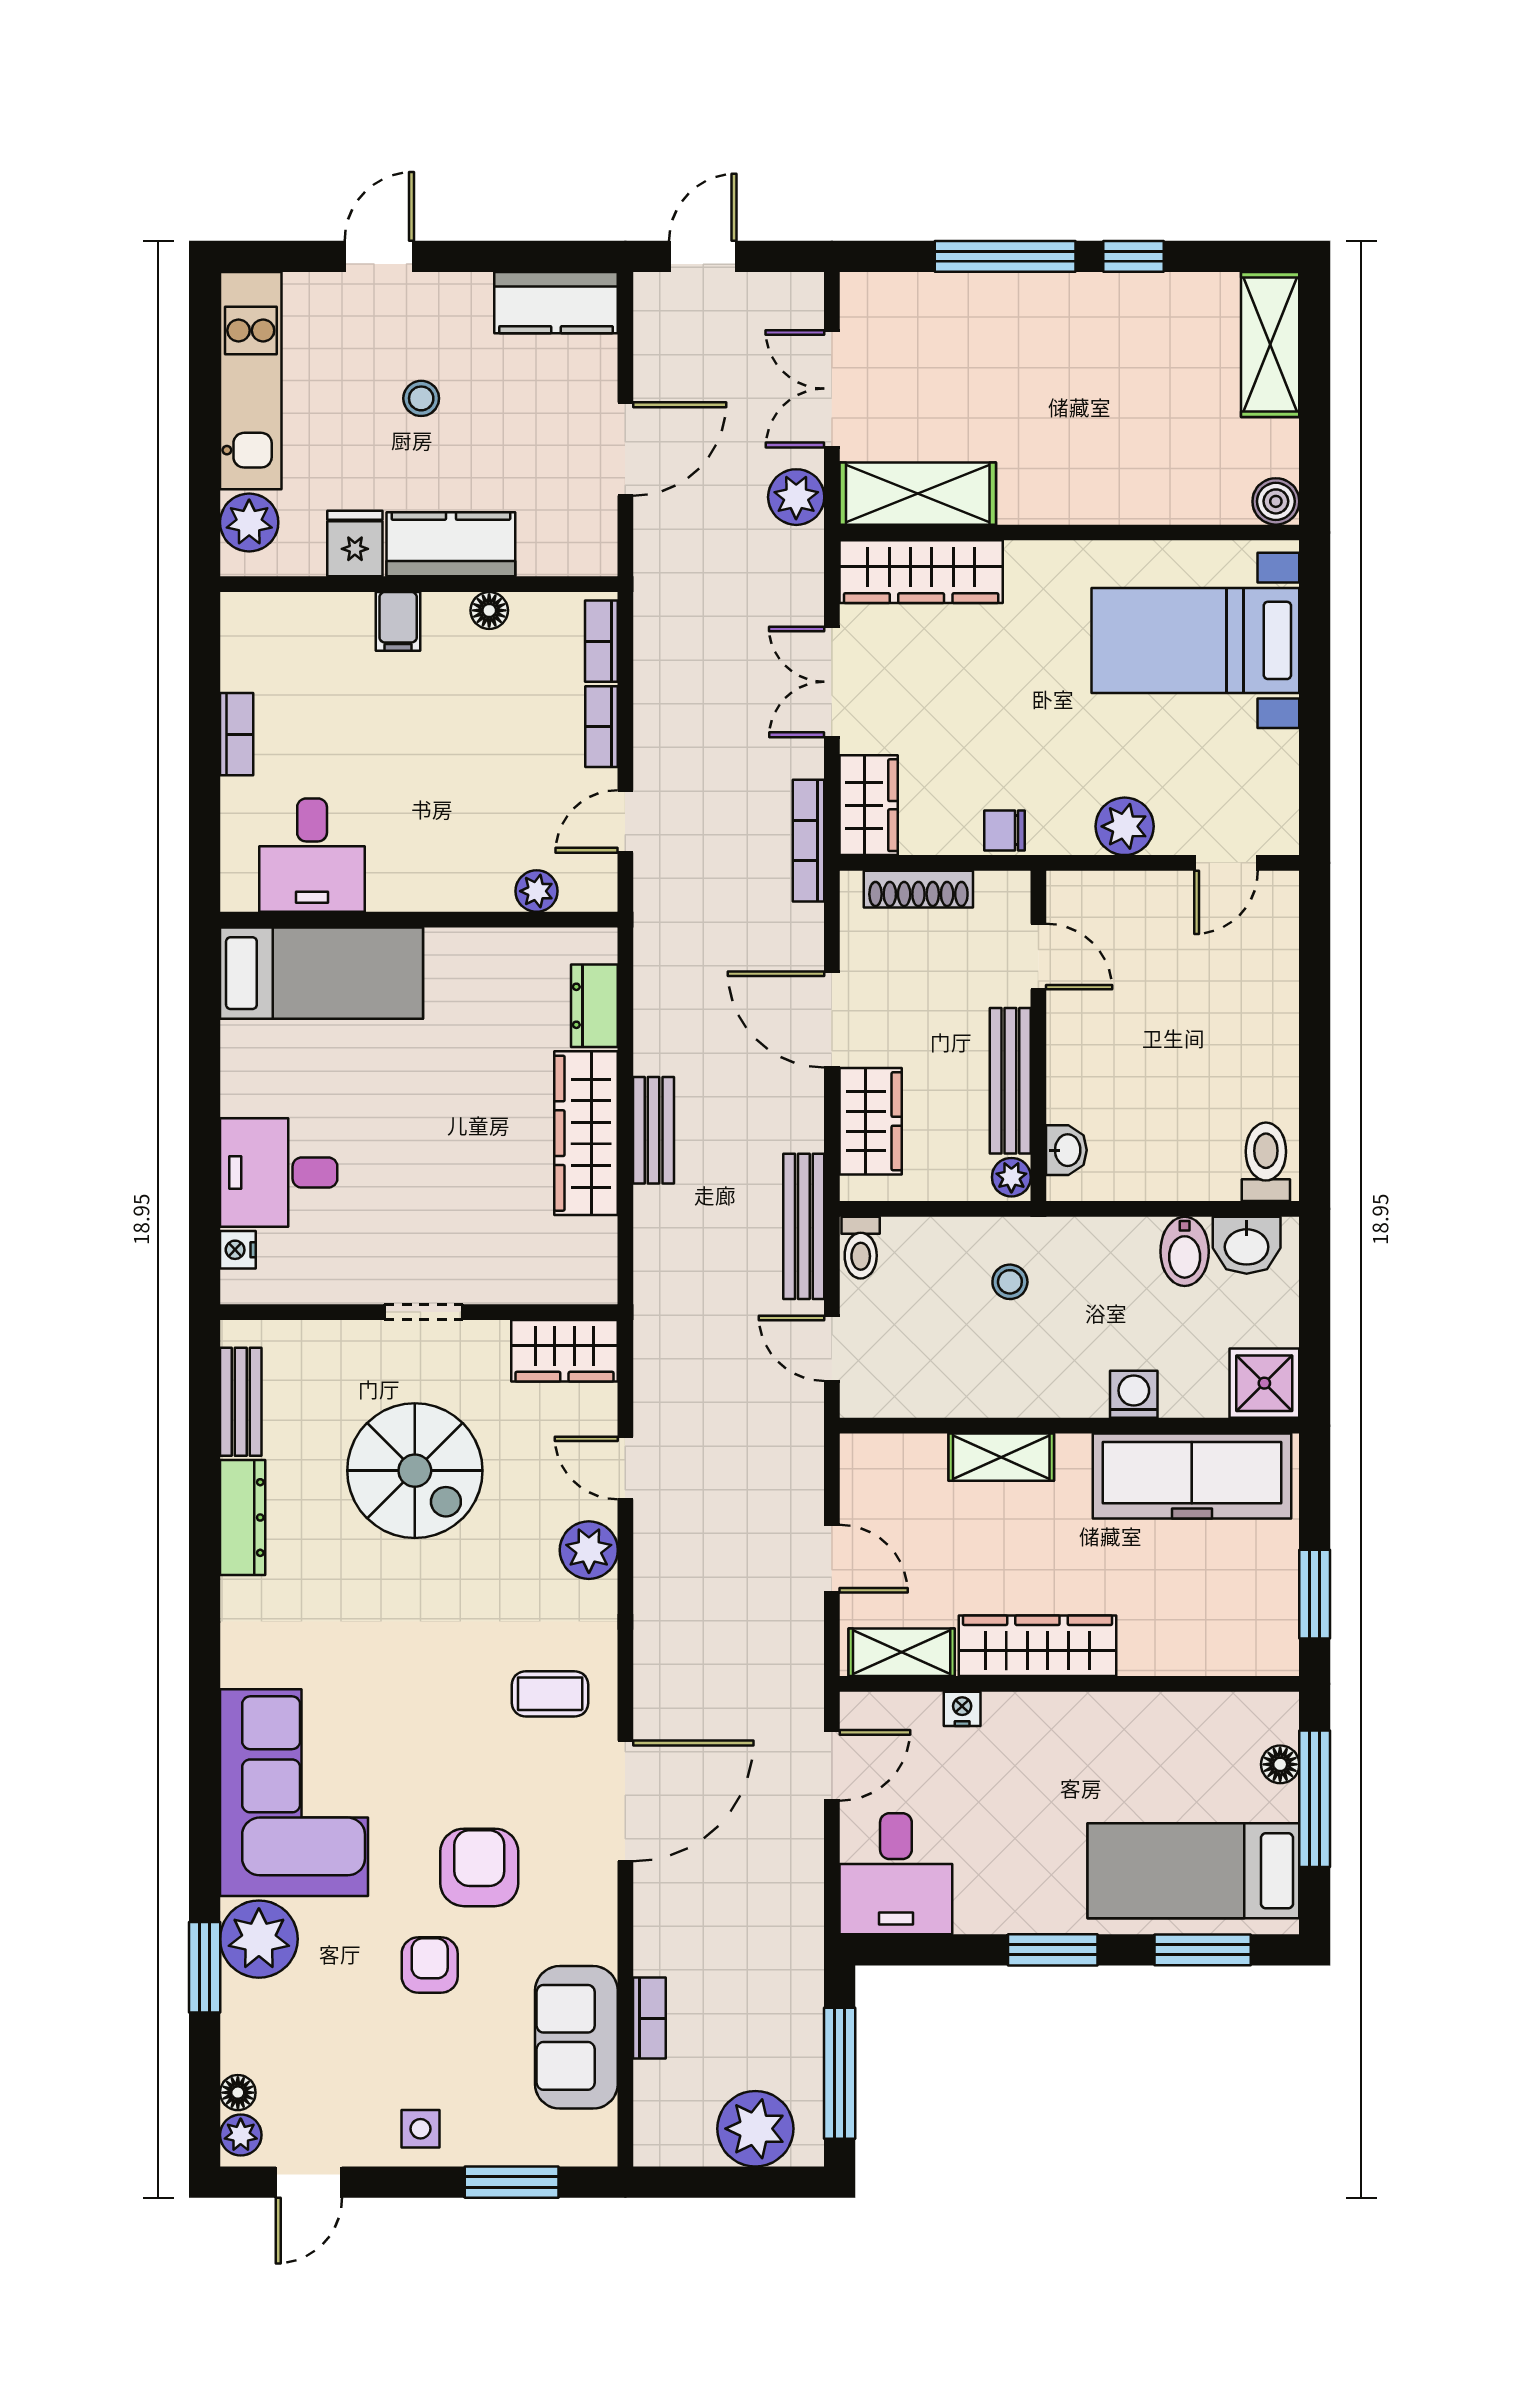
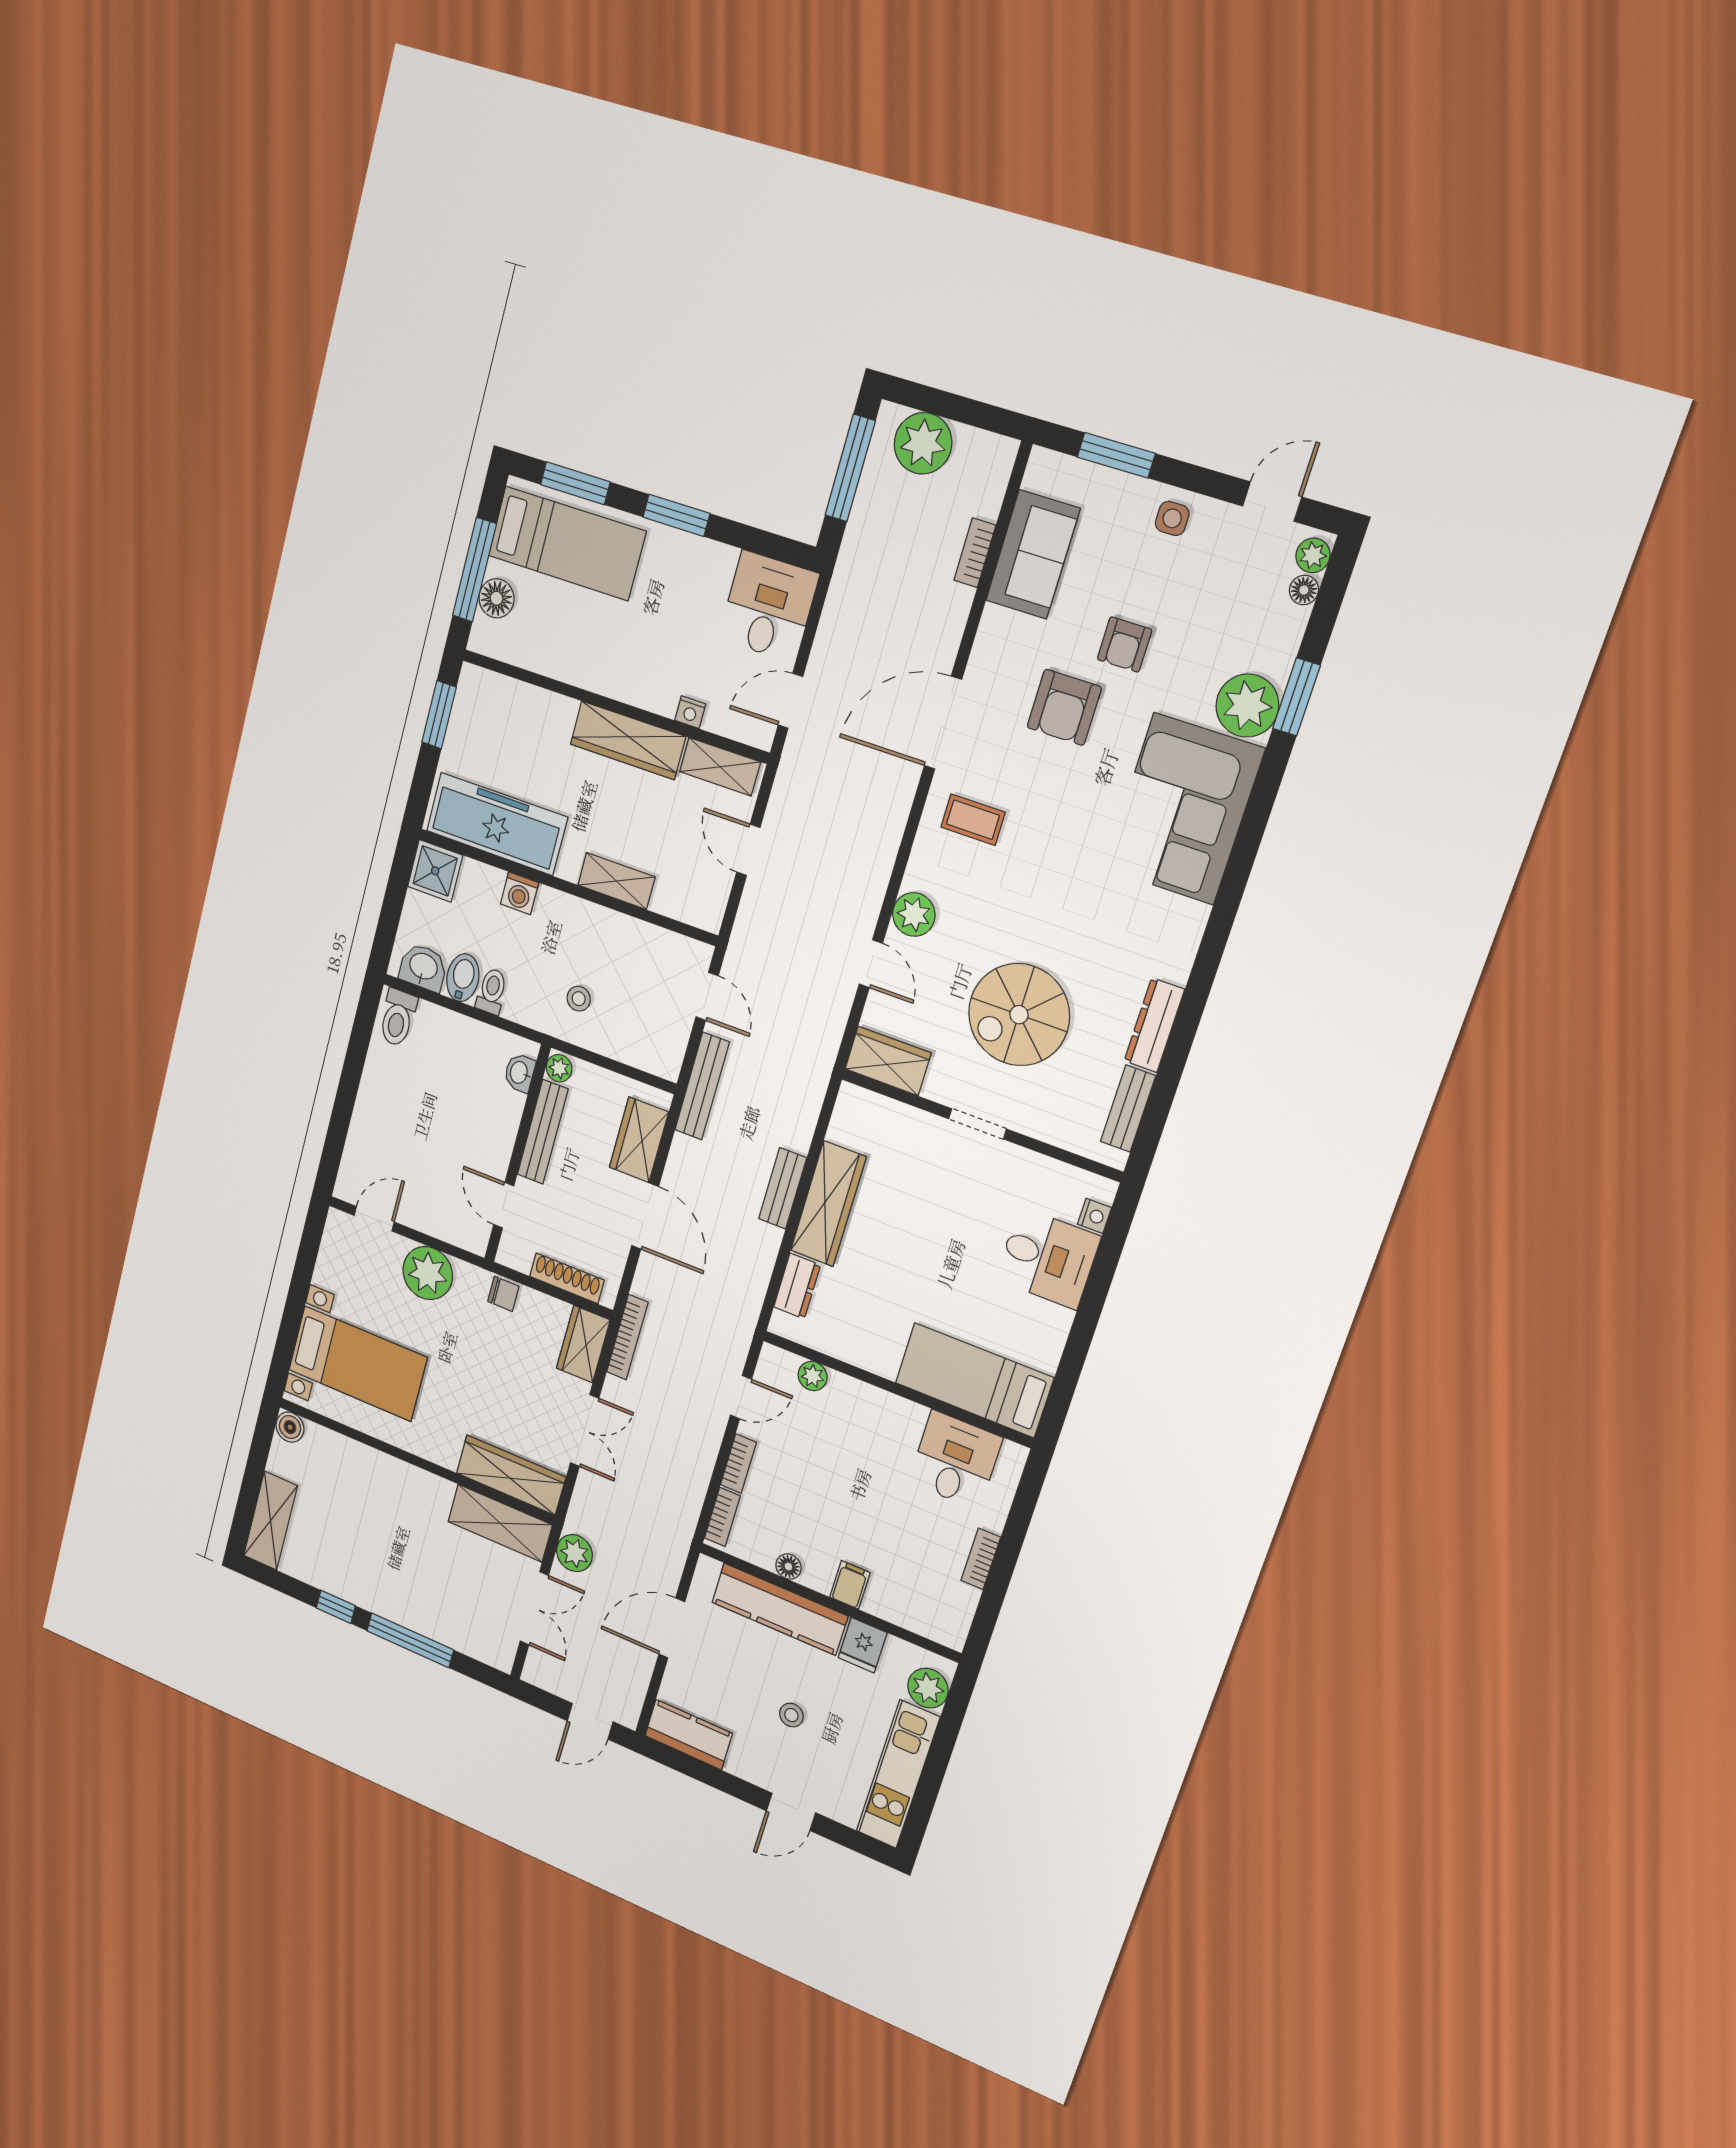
kitchen counter: (451, 544) -> (780, 1609), width x1.50
plant: (1125, 826) -> (428, 1273), width x1.36, depth x1.36
toilet: (861, 1248) -> (492, 991), moved
spiral stairs: (415, 1471) -> (1019, 1015), turned -90
floor lamp: (1280, 1764) -> (496, 598), width x1.37, depth x1.37

